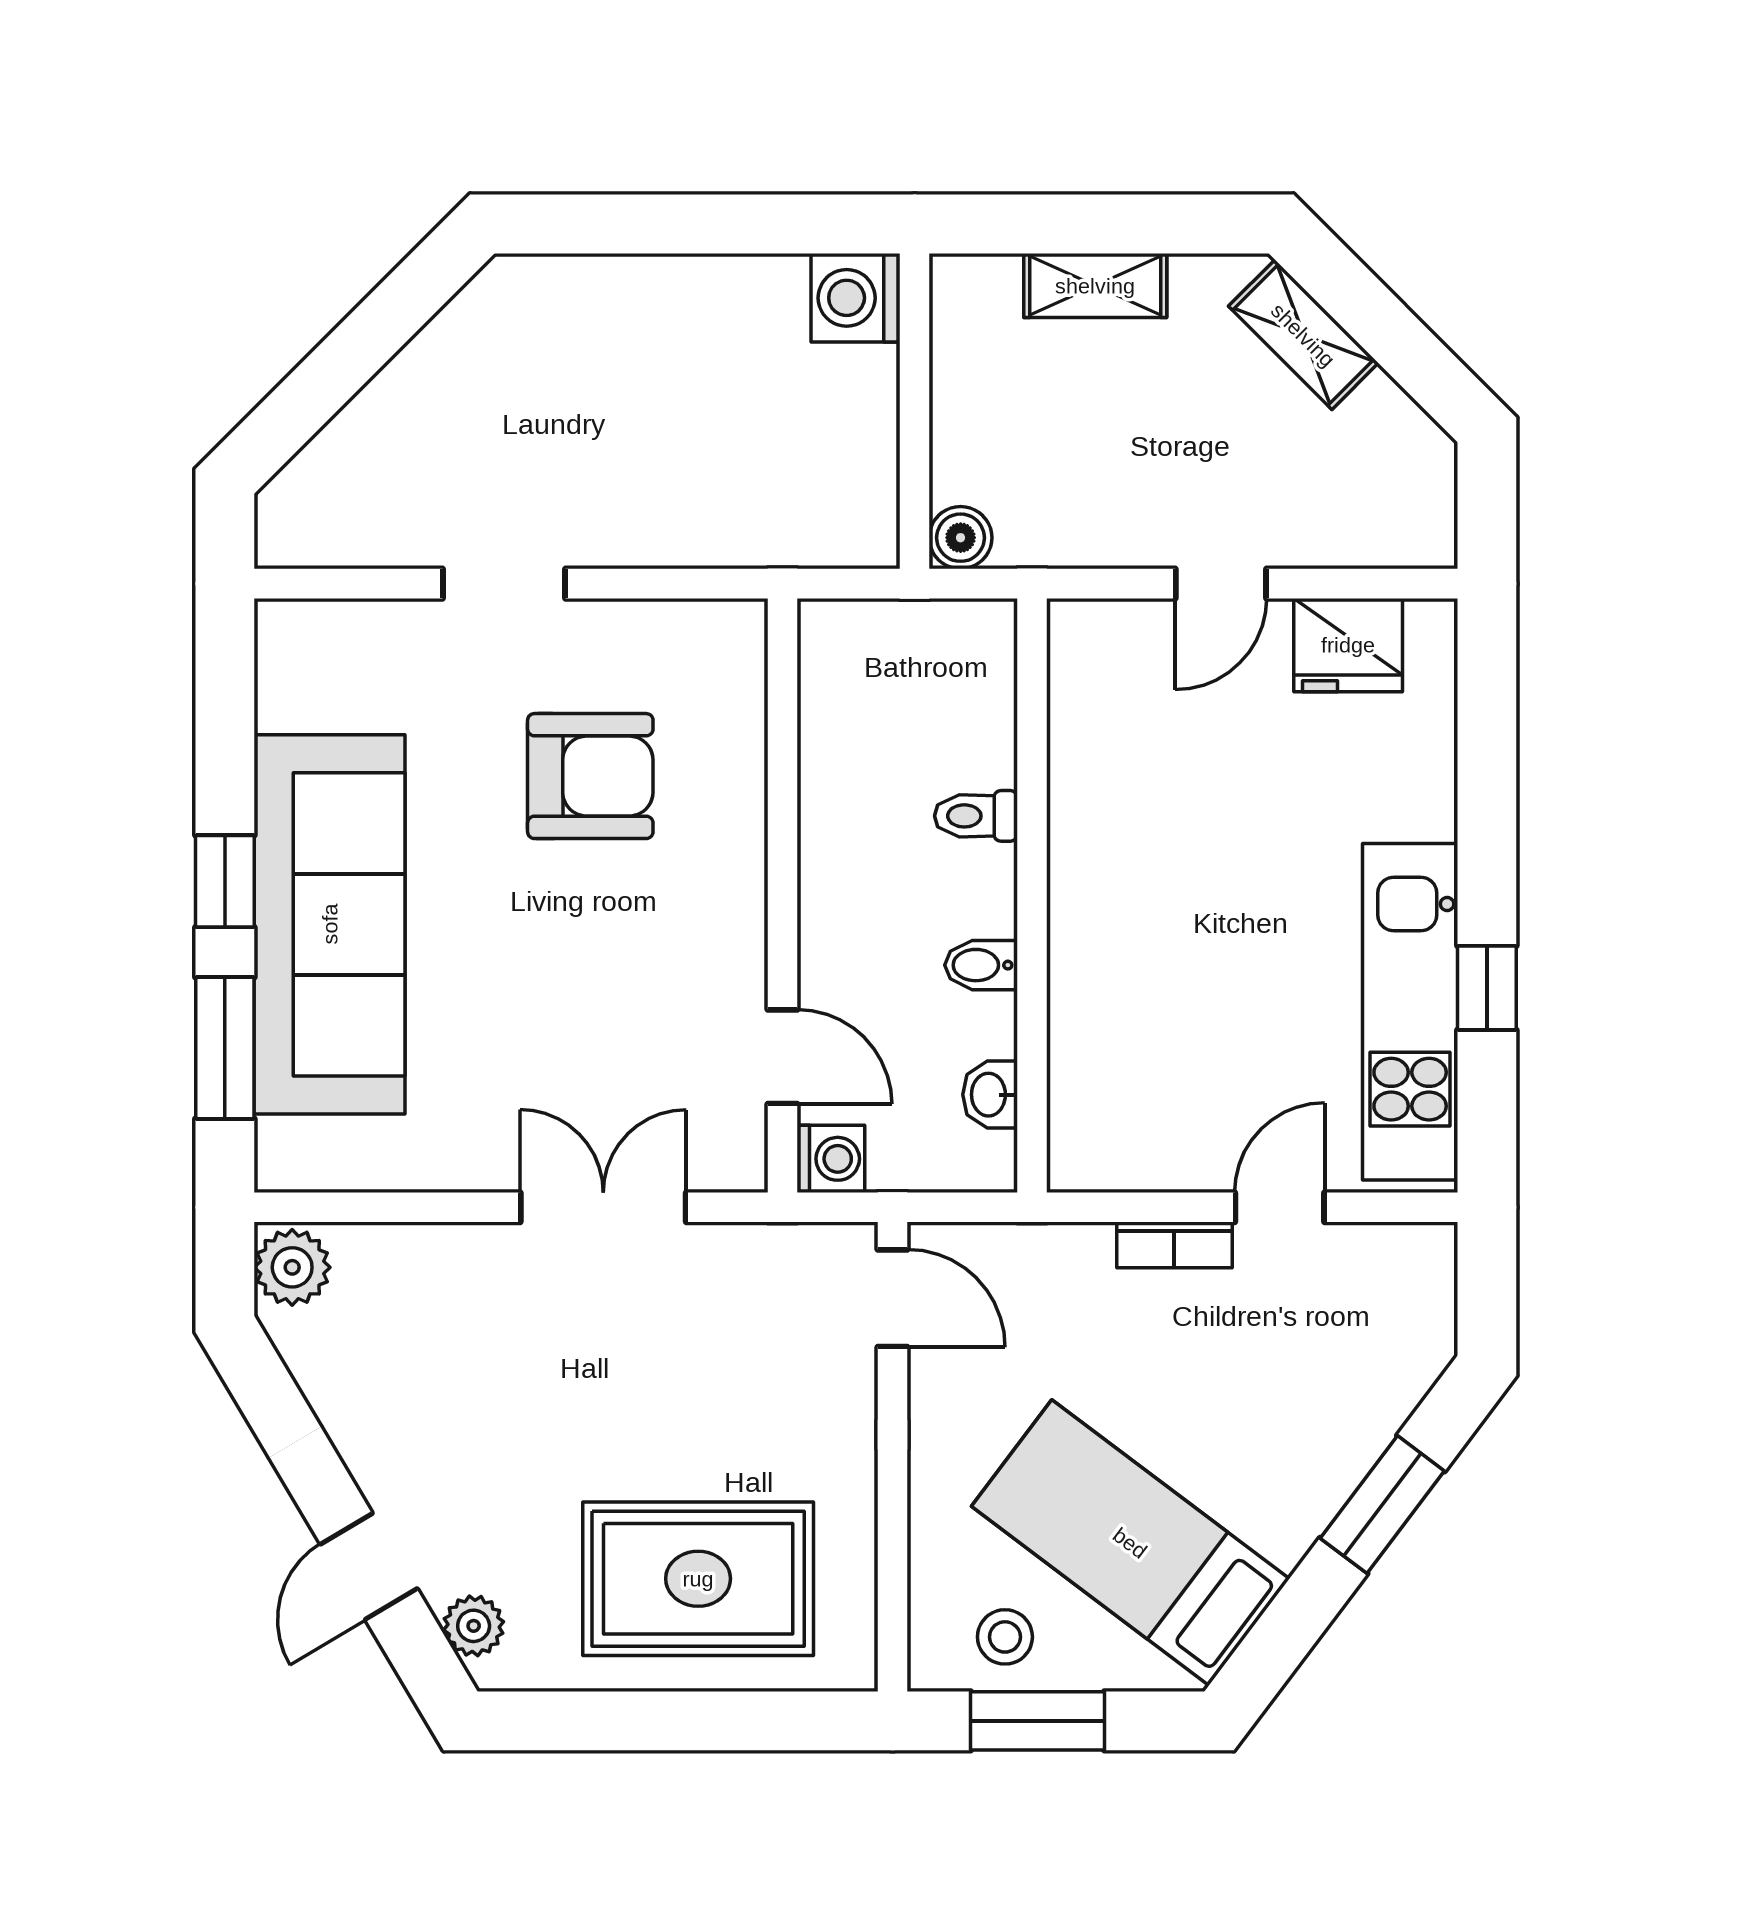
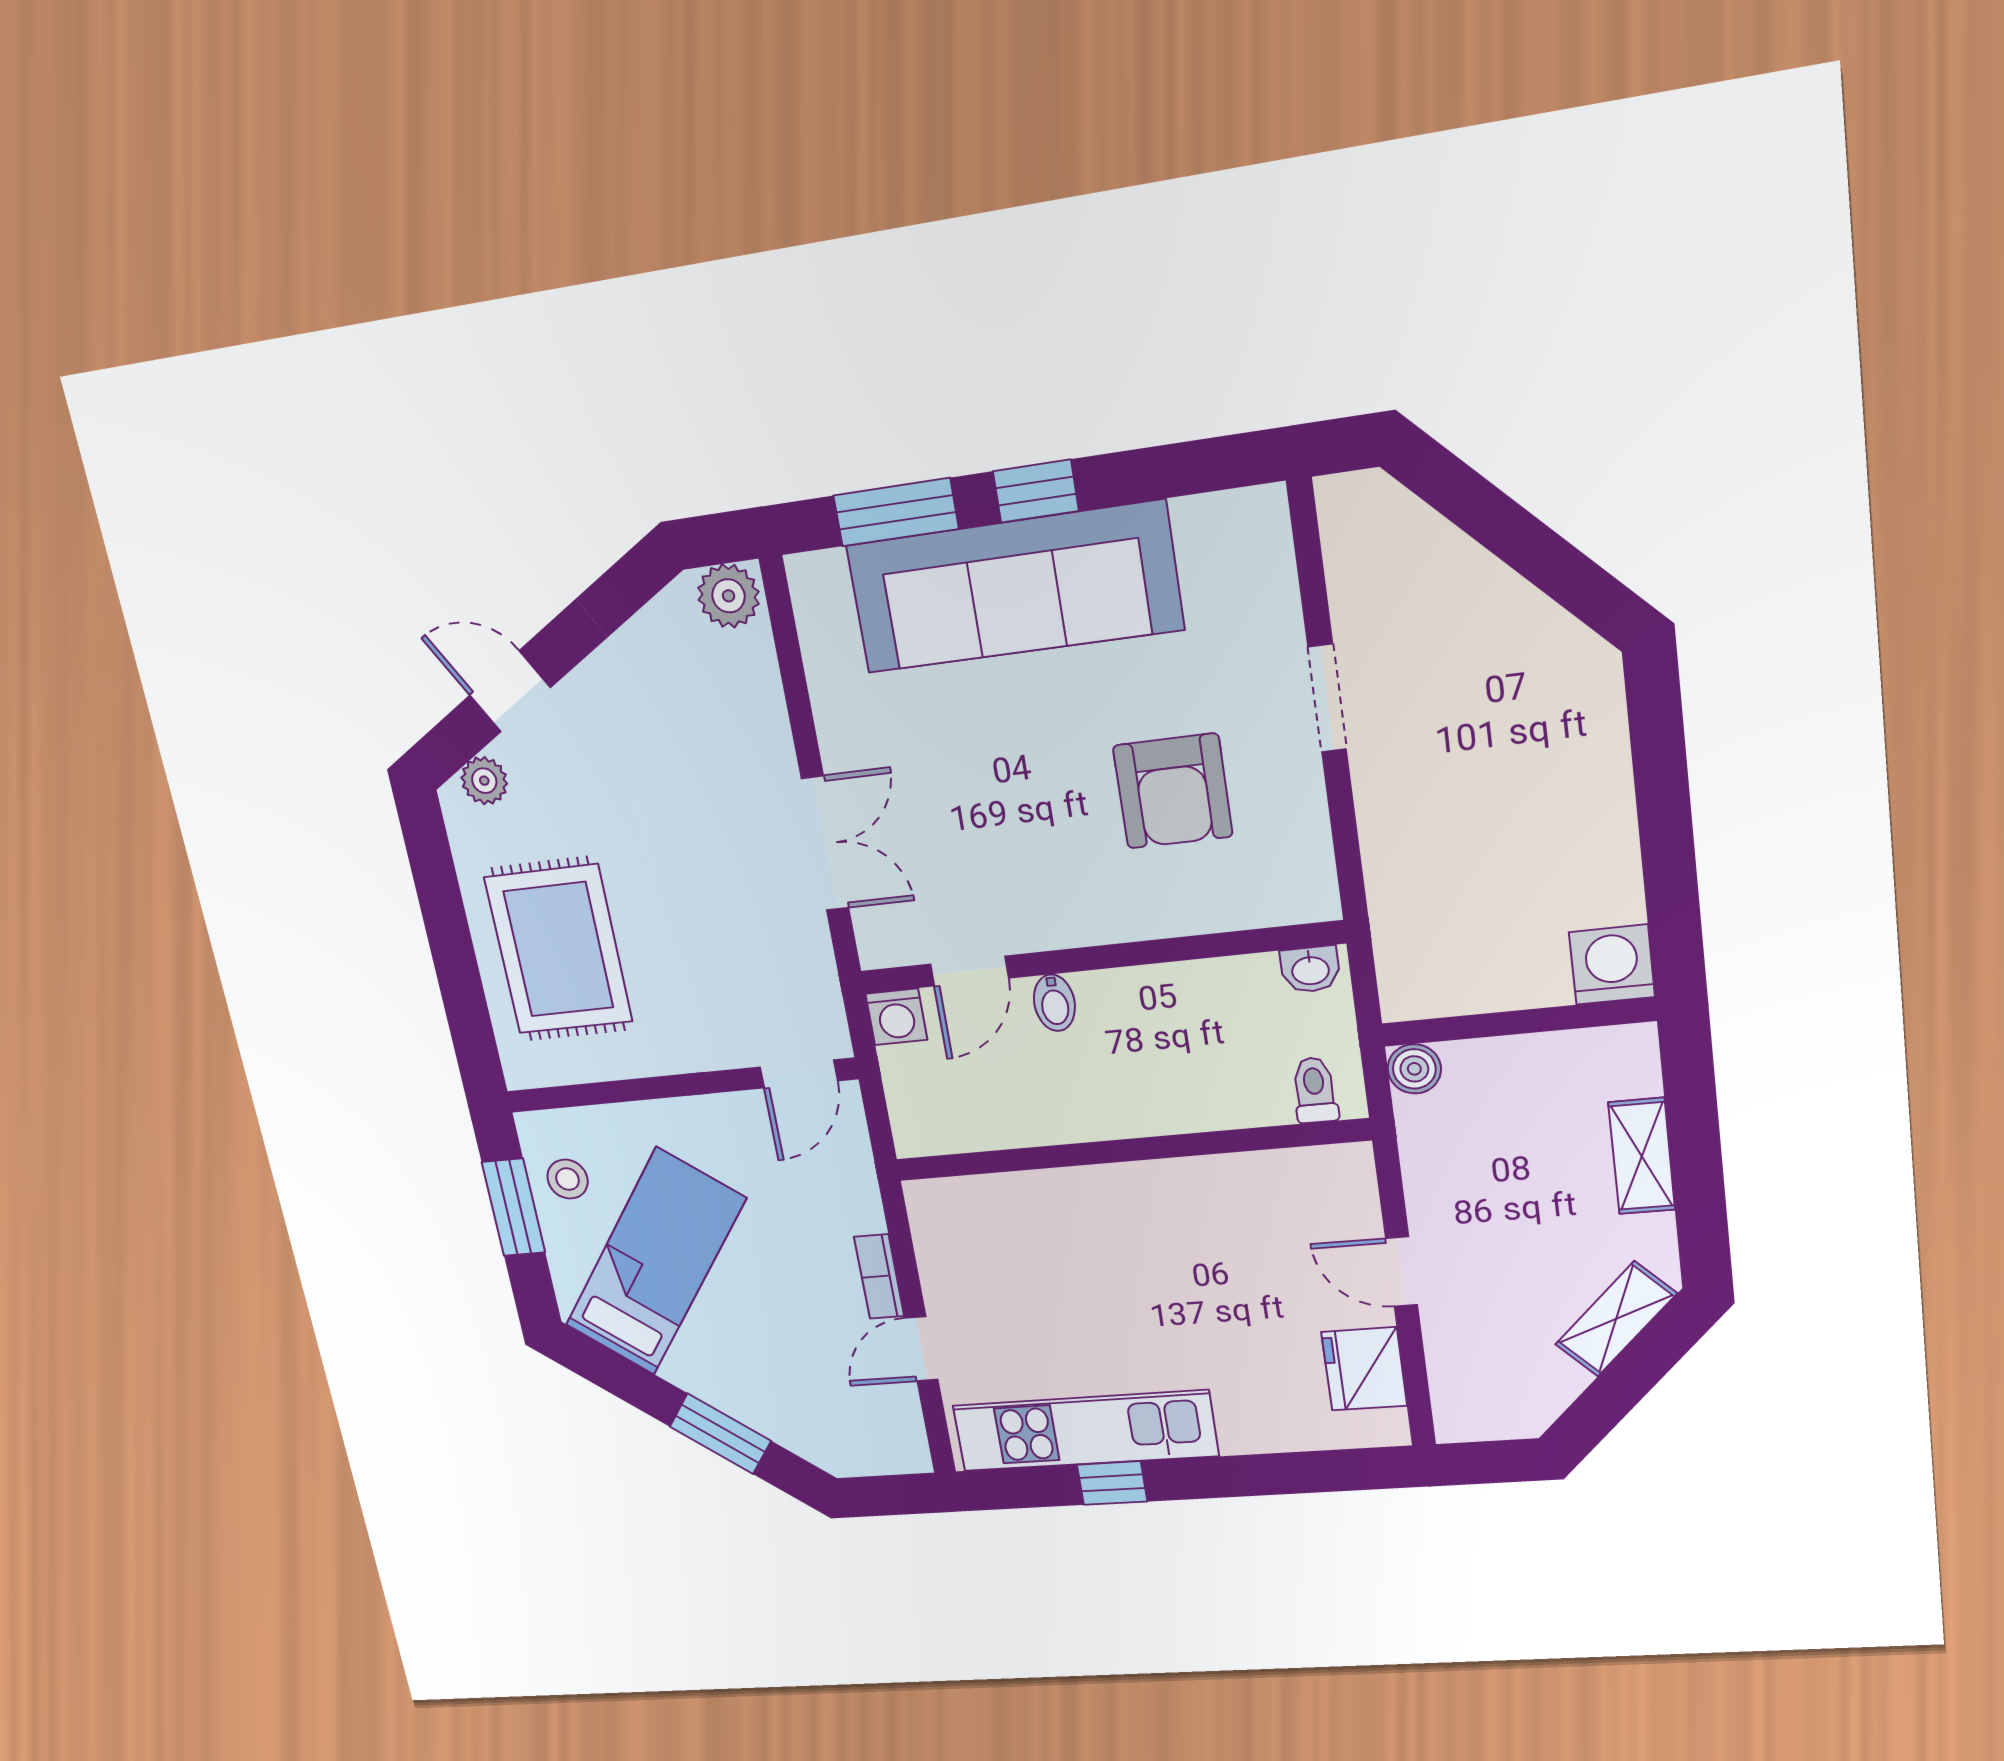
toilet: (976, 816) -> (1315, 1090), moved
bidet: (981, 965) -> (1054, 1003), moved, turned 180
washbasin: (990, 1095) -> (1310, 969), moved, turned 180
door: (1280, 1207) -> (922, 1349), swing flipped

